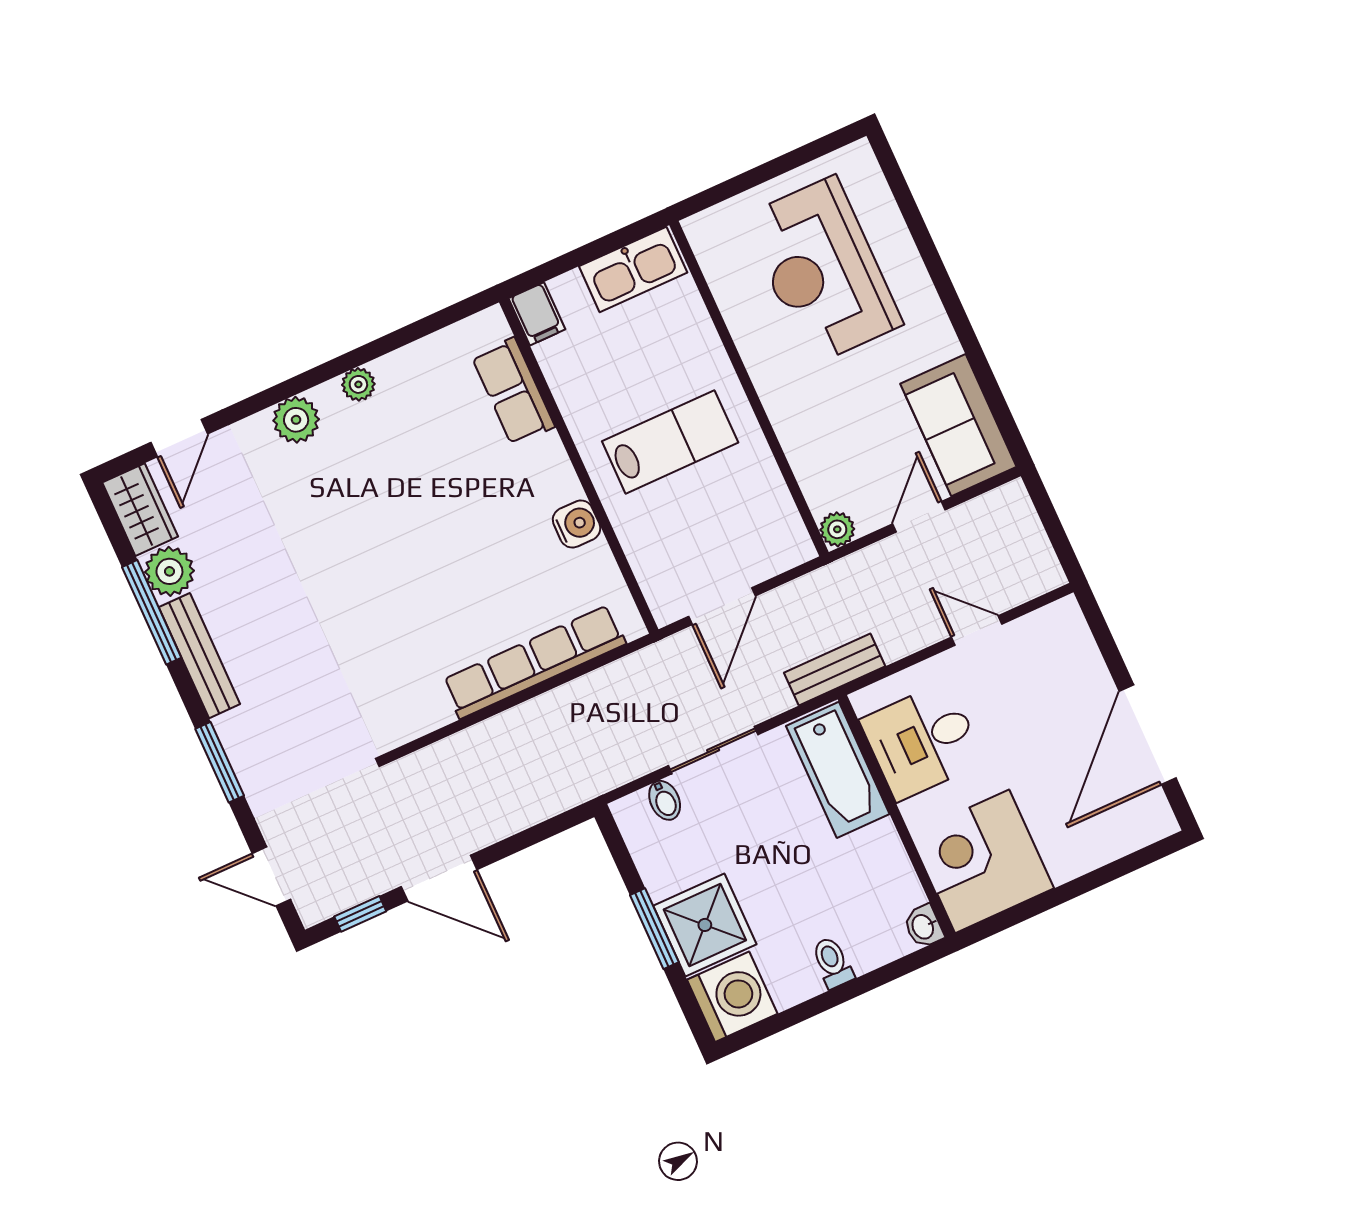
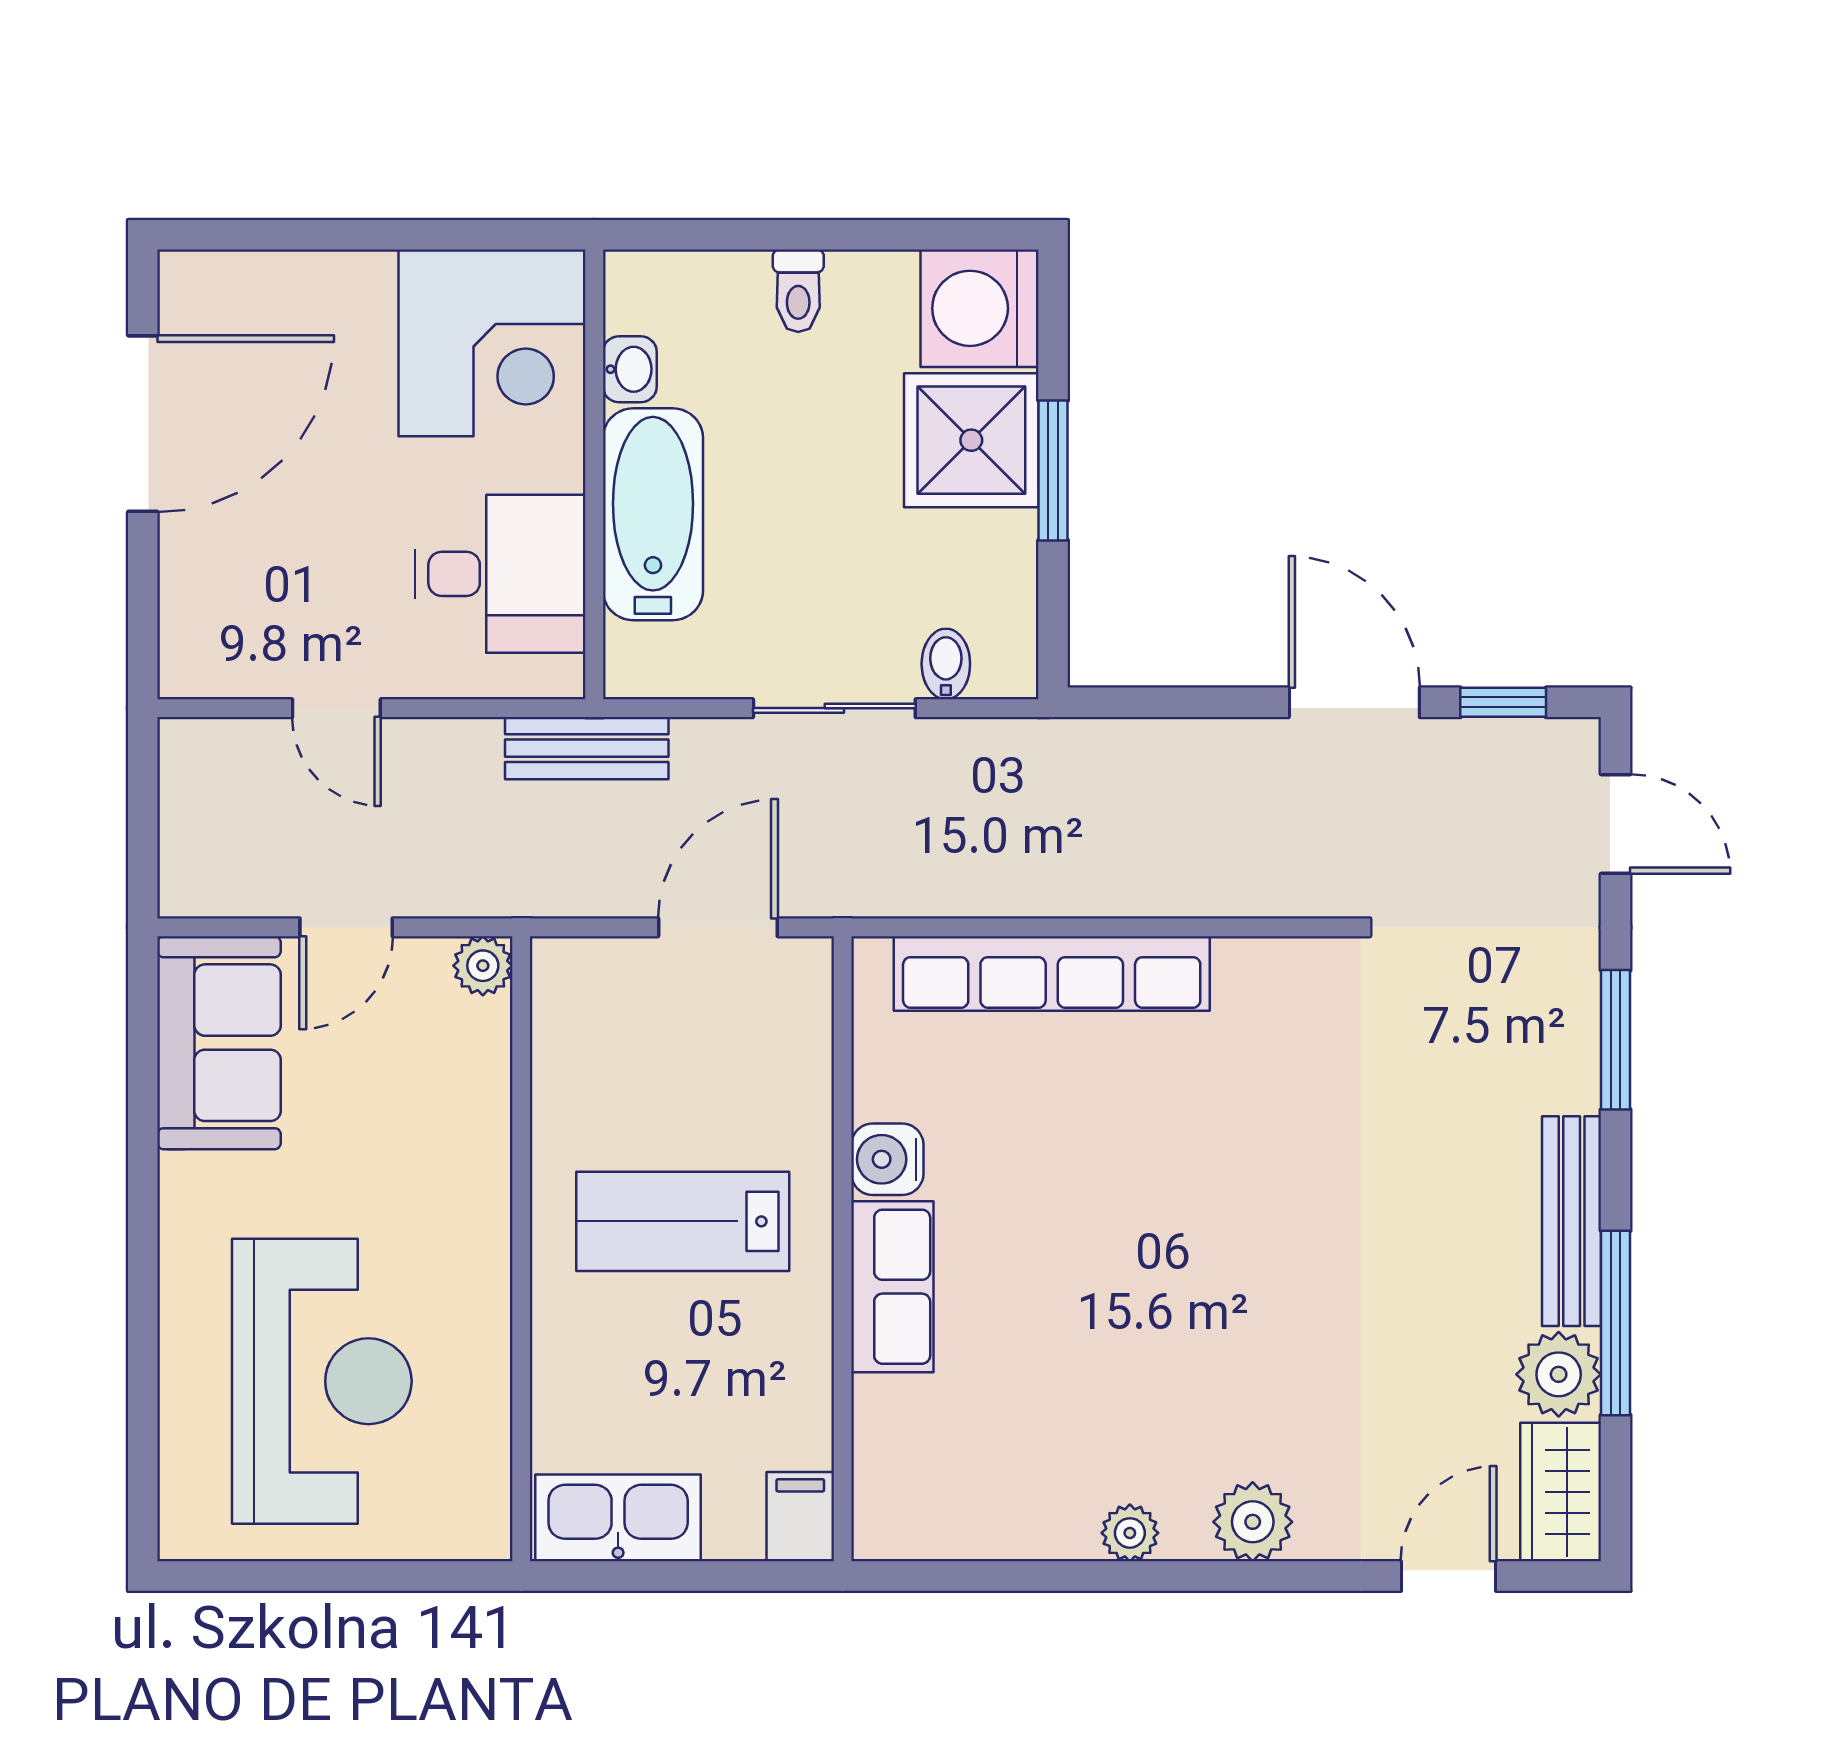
row of seats: (513, 391) -> (892, 1287), moved
bathtub: (838, 770) -> (653, 514), moved
washbasin: (924, 926) -> (630, 369), moved

